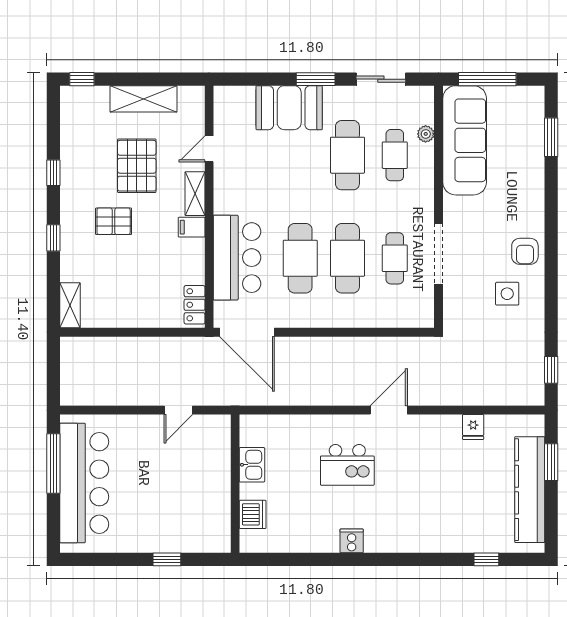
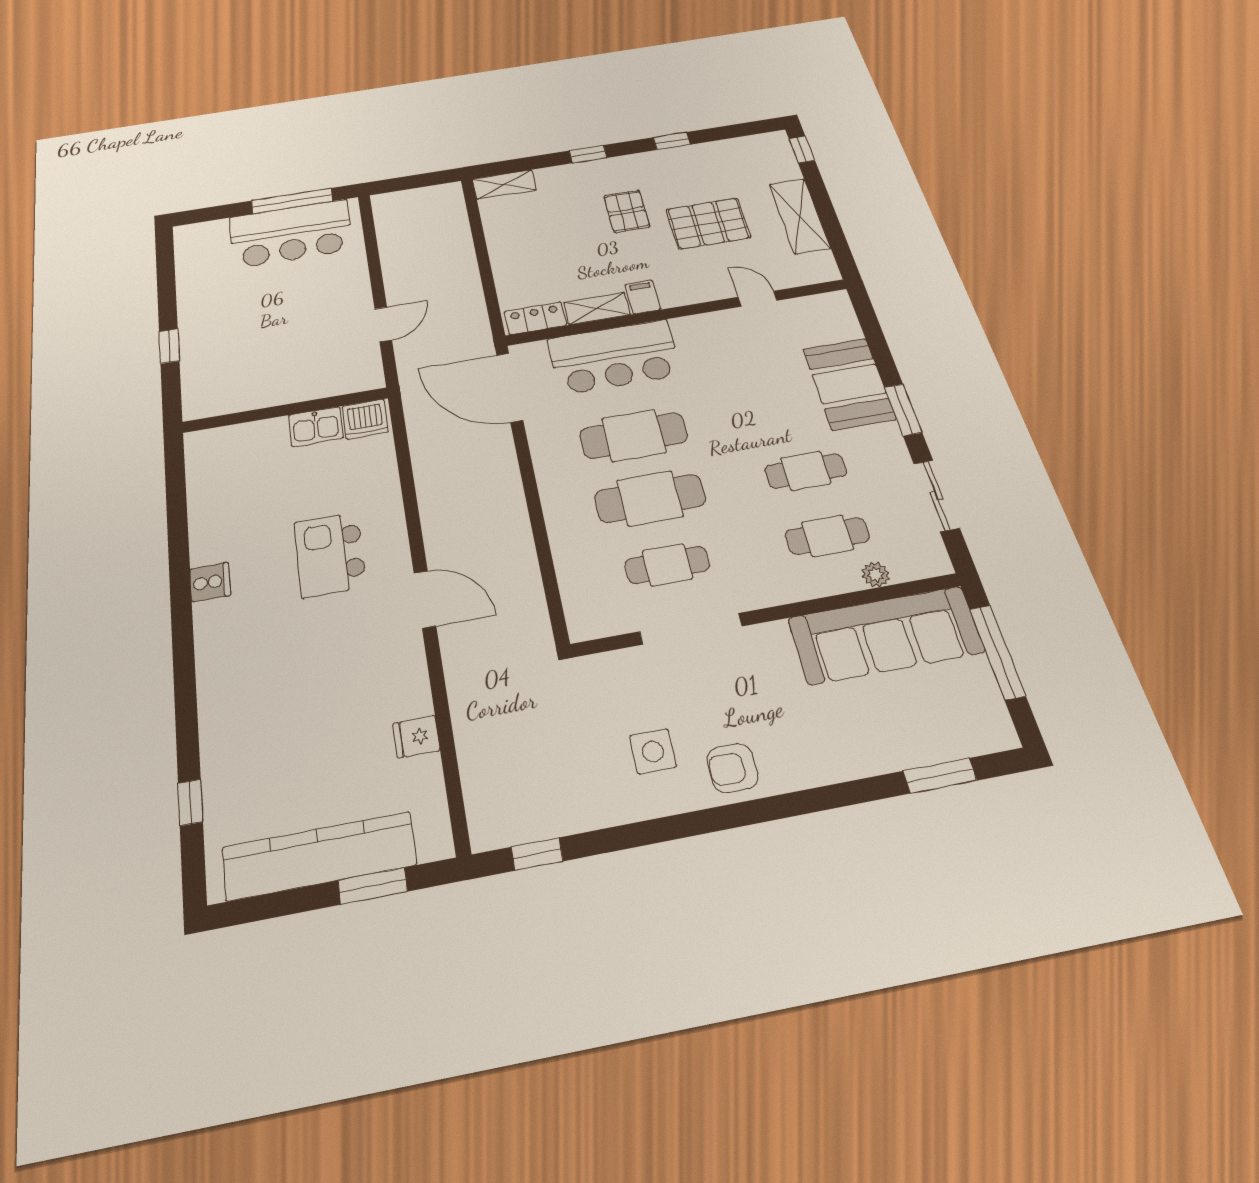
cafe table: (347, 155) -> (806, 471), width x0.73, depth x0.74
shelving: (195, 194) -> (597, 309), moved
door: (247, 332) -> (510, 387), hinge flipped
door: (178, 410) -> (383, 324), swing flipped
bar counter: (84, 483) -> (291, 234), width x0.73
dishwasher: (253, 514) -> (365, 419), moved

